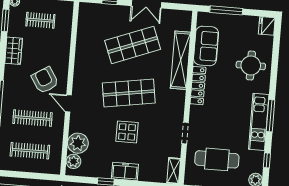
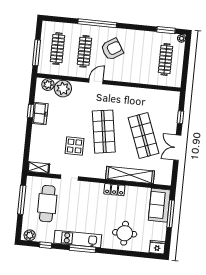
clothes rail: (40, 20) -> (165, 59), width x1.36
sofa: (206, 46) -> (159, 205), moved, turned 90
wardrobe: (14, 51) -> (141, 37), removed
armchair: (45, 80) -> (112, 49), moved
locker: (198, 86) -> (114, 190), width x0.66
display table: (127, 132) -> (74, 146), moved
freezer: (125, 171) -> (40, 114), moved
window: (35, 176) -> (36, 53), added

